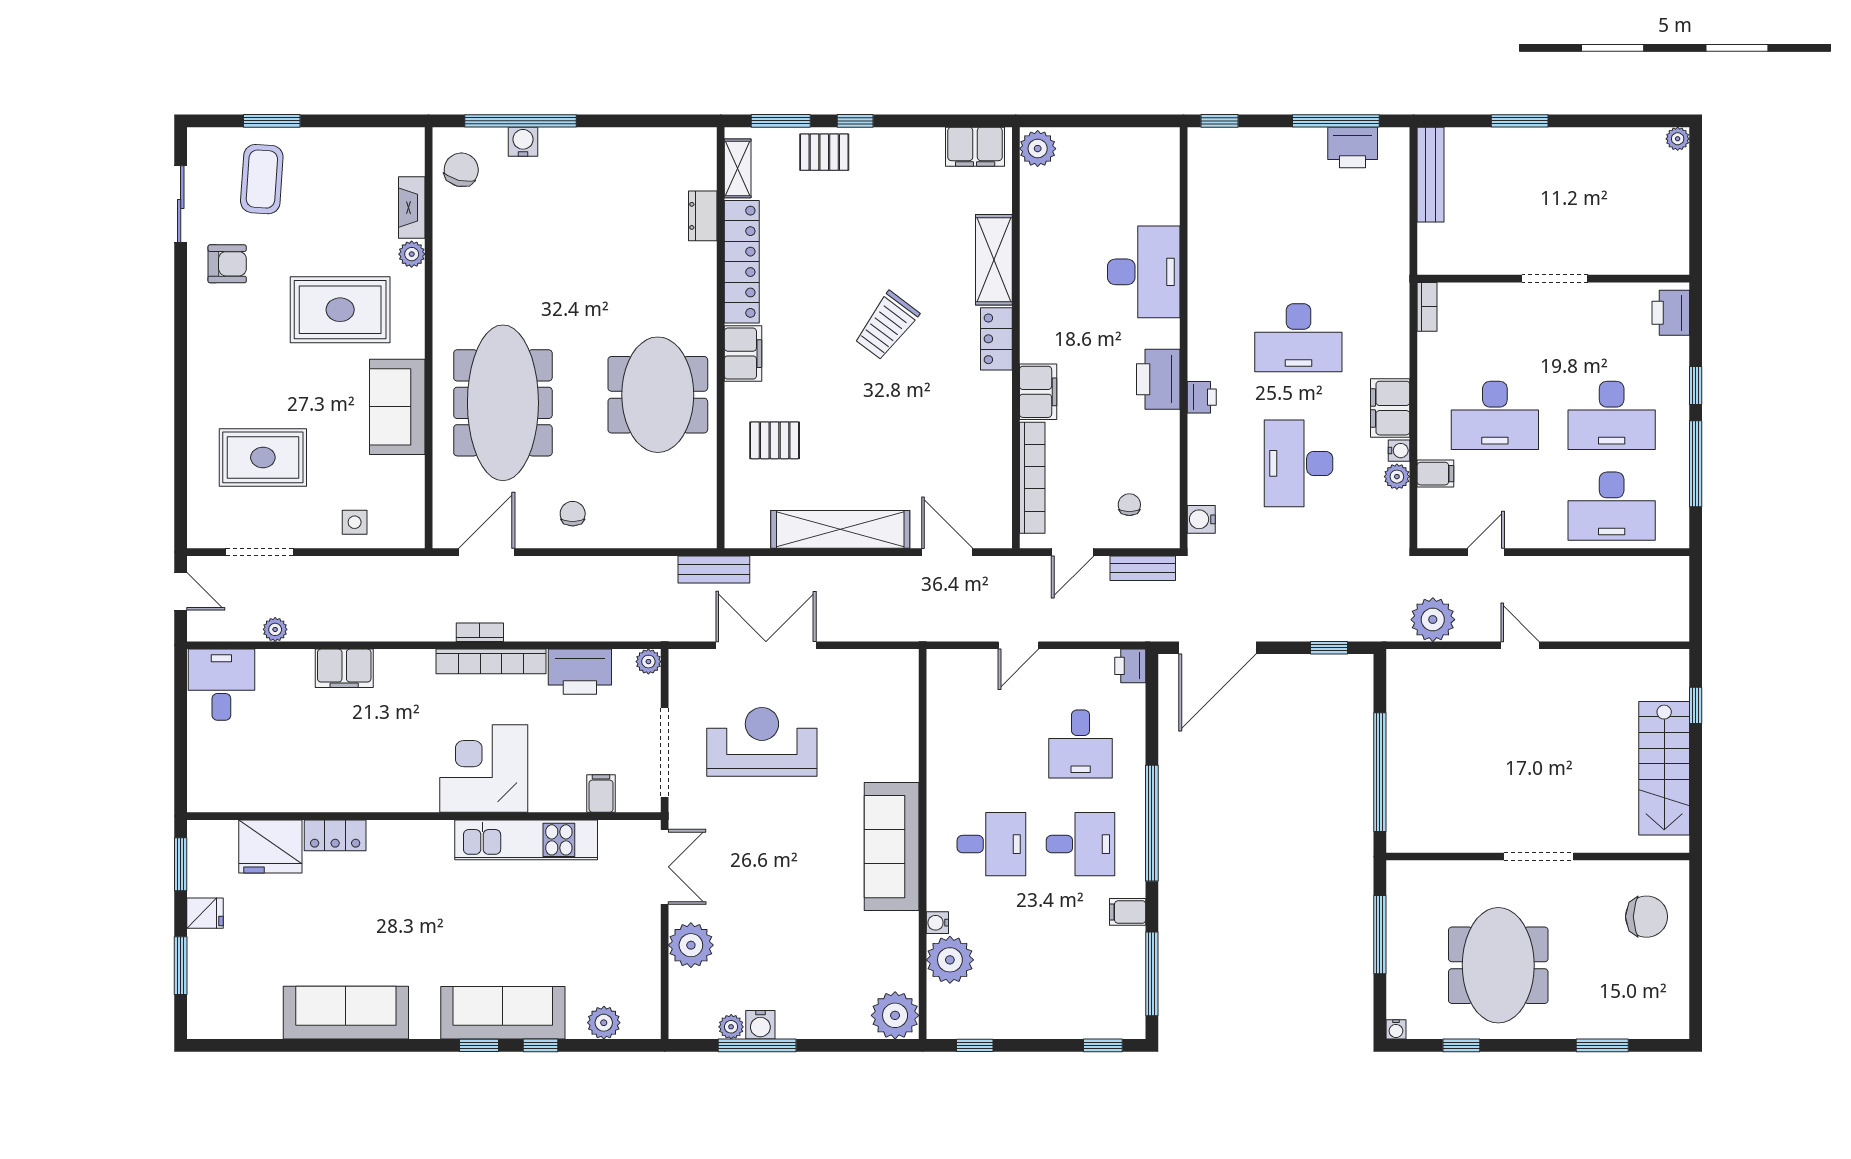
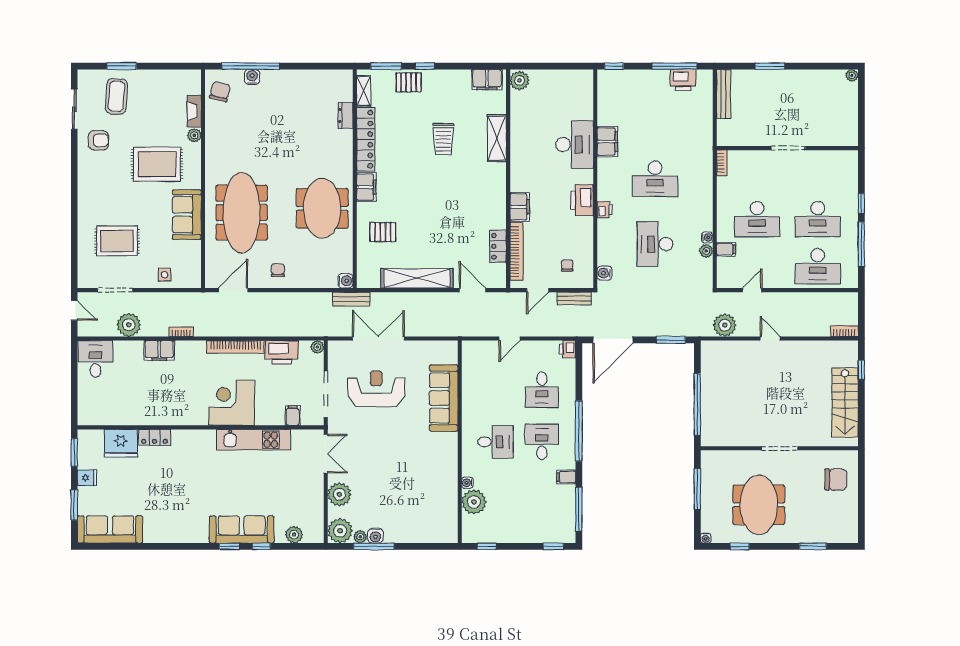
printer: (1671, 313) -> (848, 166), removed
trolley: (887, 326) -> (443, 139), moved, turned -37
locker: (996, 339) -> (498, 246), moved
filing cabinet: (1390, 408) -> (607, 142), moved, turned 180
water cooler: (703, 534) -> (345, 281), added
plant: (275, 629) -> (129, 325), width x1.87, depth x1.87
bookcase: (1663, 631) -> (844, 331), added
bookcase: (480, 632) -> (181, 332), moved
window: (1329, 648) -> (671, 340), width x1.50
desk: (1081, 844) -> (542, 442), turned -90
sofa: (892, 847) -> (444, 398), moved
sofa: (346, 1013) -> (110, 529), moved
plant: (895, 1015) -> (340, 531), moved

